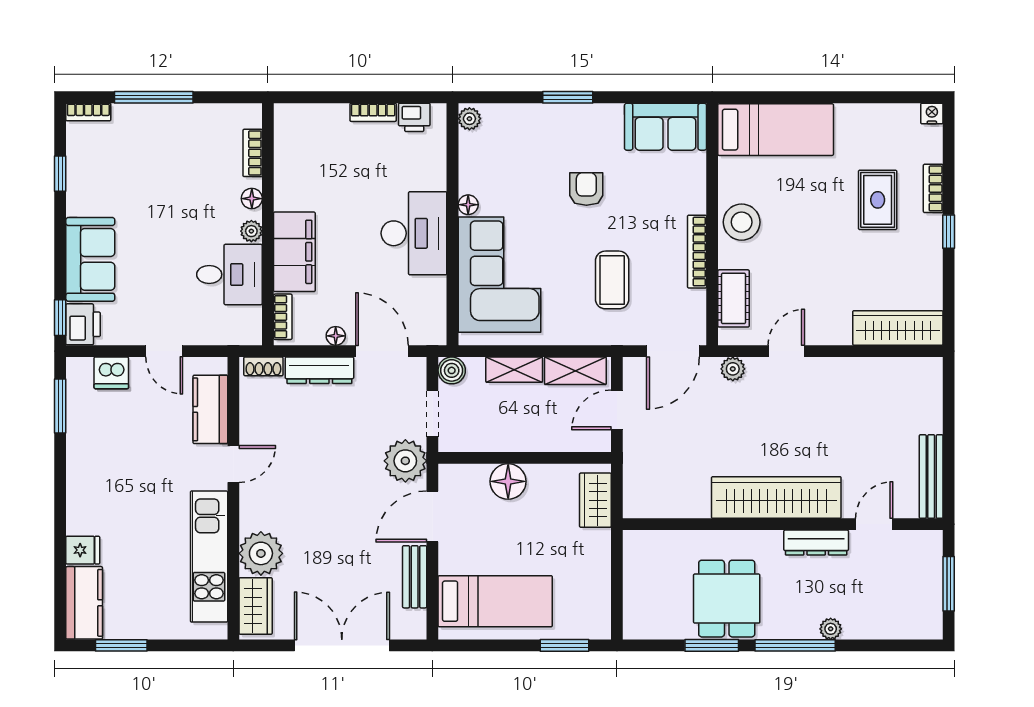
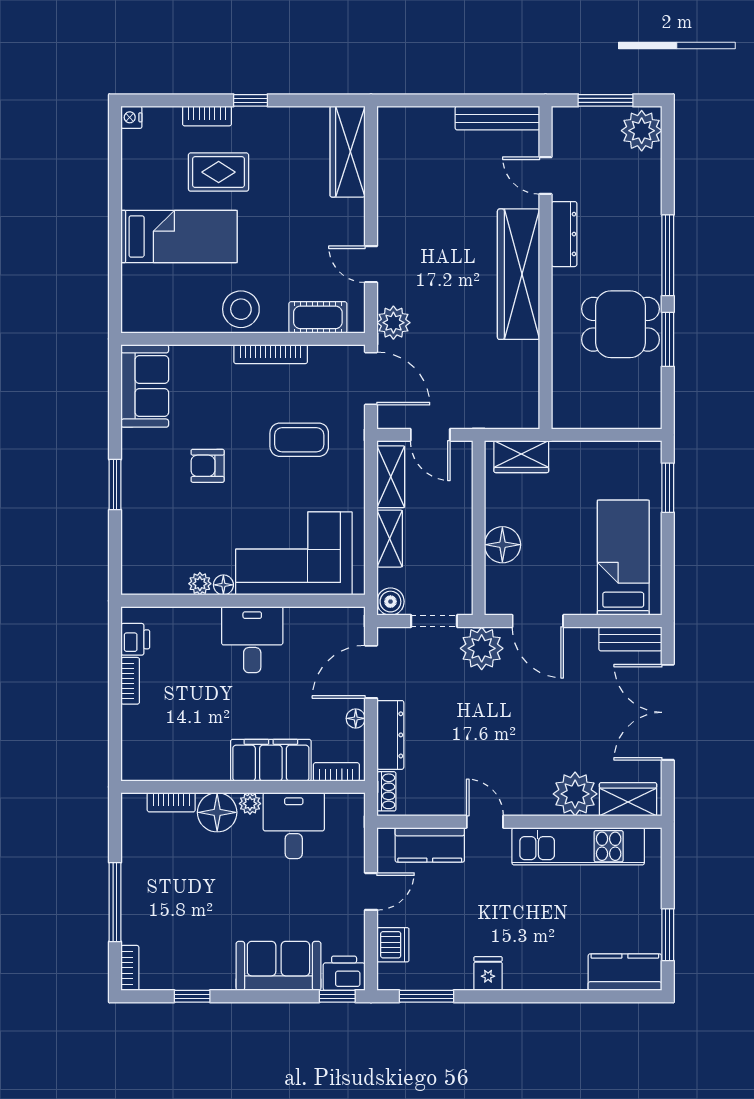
plant: (469, 119) -> (200, 584), moved
bed: (776, 130) -> (179, 236), moved, turned 90
floor lamp: (252, 199) -> (217, 812), width x1.89, depth x1.89
desk: (414, 233) -> (252, 640), width x0.73
plant: (733, 369) -> (393, 323), width x1.38, depth x1.38
fridge: (83, 550) -> (488, 974), moved
bench: (415, 577) -> (630, 639), moved
plant: (831, 629) -> (642, 131), moved, width x1.87, depth x1.87

